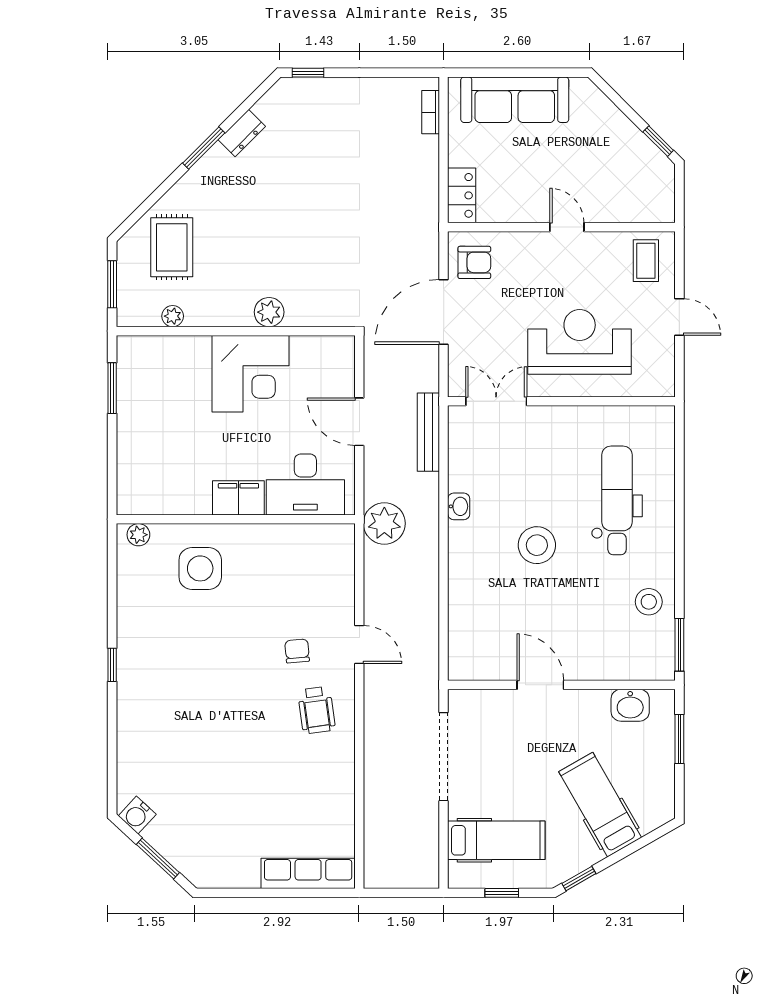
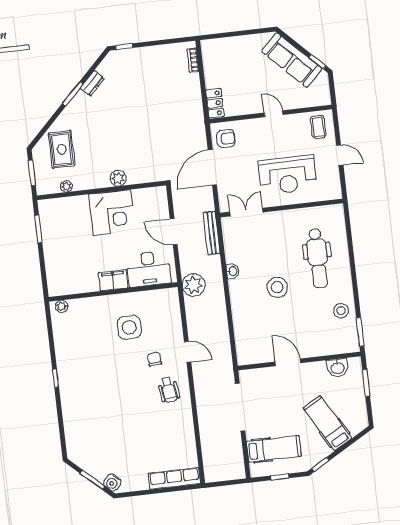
sofa: (515, 100) -> (292, 60), moved, turned 45
reception desk: (580, 342) -> (288, 175), turned 180
dental chair: (617, 500) -> (318, 258), turned 180
side table: (200, 568) -> (129, 327), moved
water cooler: (137, 815) -> (112, 482), moved

